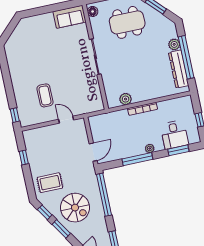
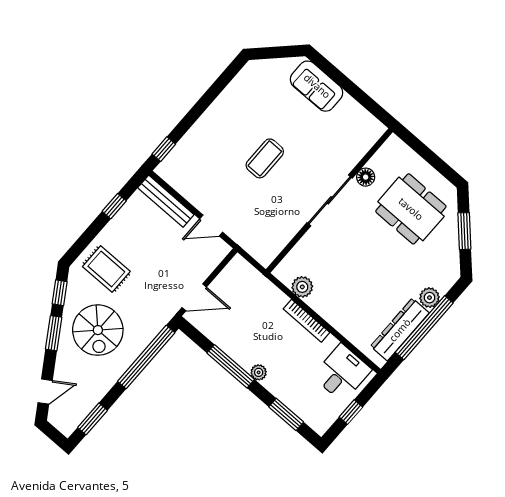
floor lamp: (93, 11) -> (366, 177), moved
sofa: (70, 17) -> (317, 86), moved
coffee table: (45, 95) -> (265, 158), moved
door: (66, 120) -> (211, 226), swing flipped
bench: (39, 132) -> (166, 201), added
desk: (174, 135) -> (342, 373), moved, turned 180

